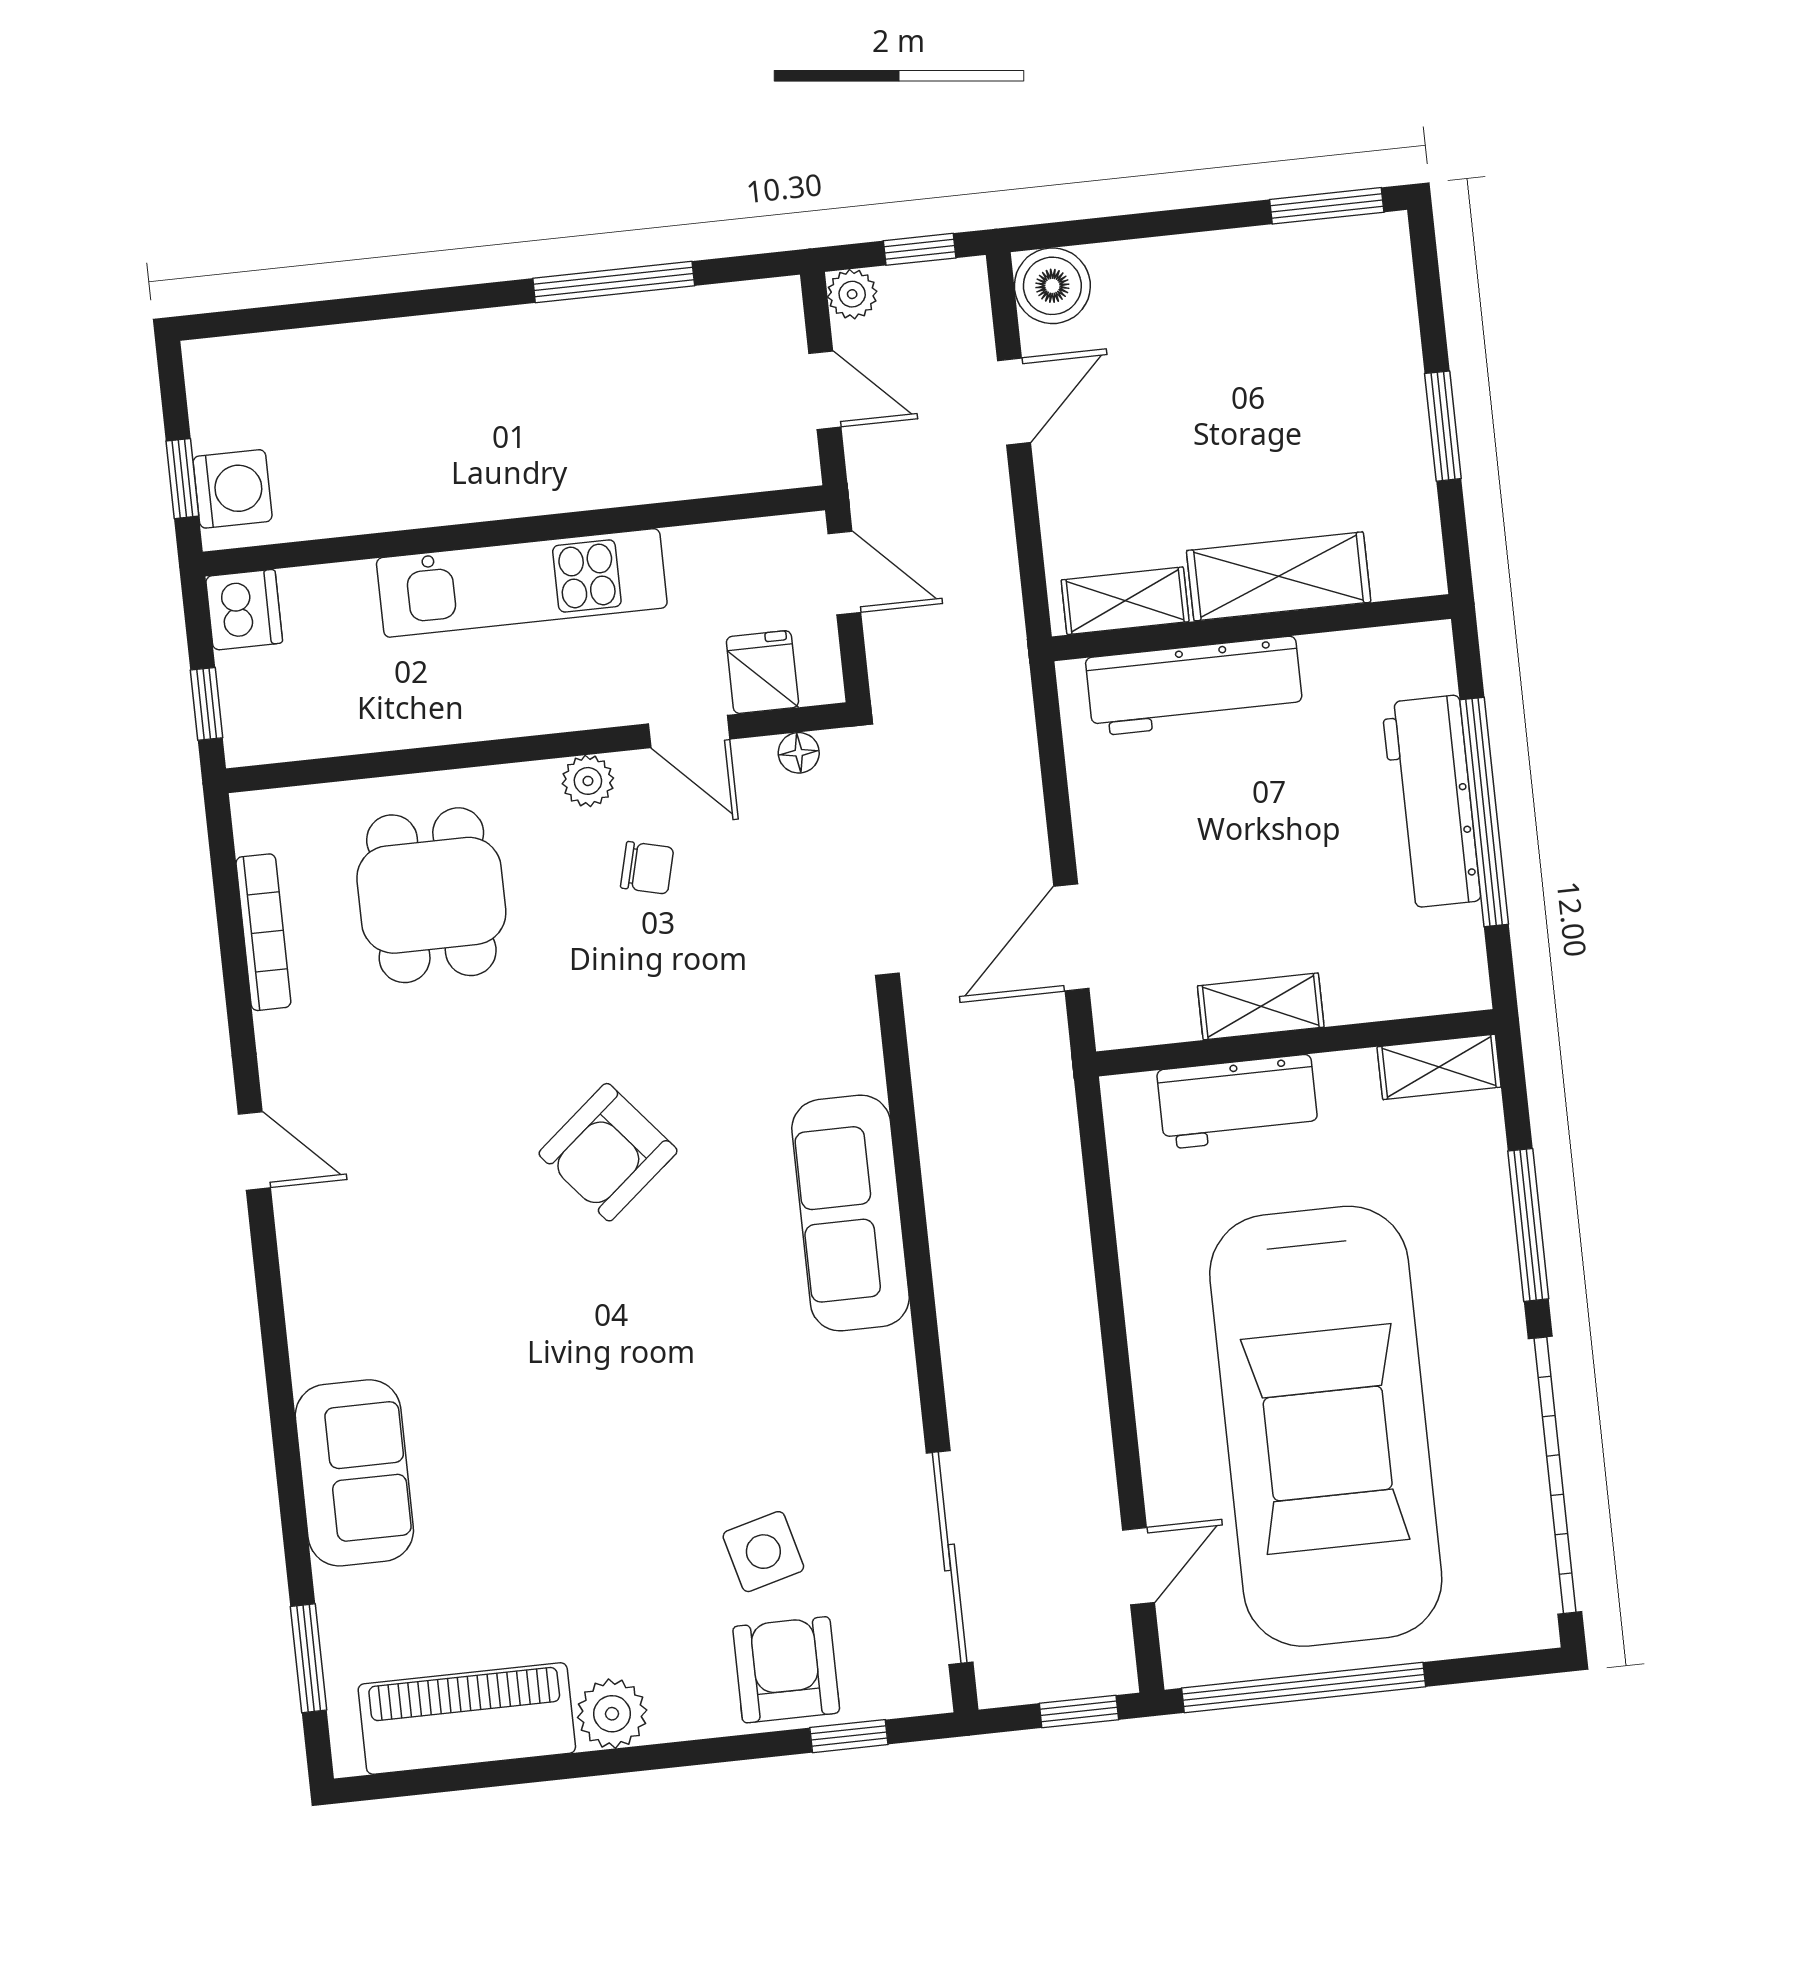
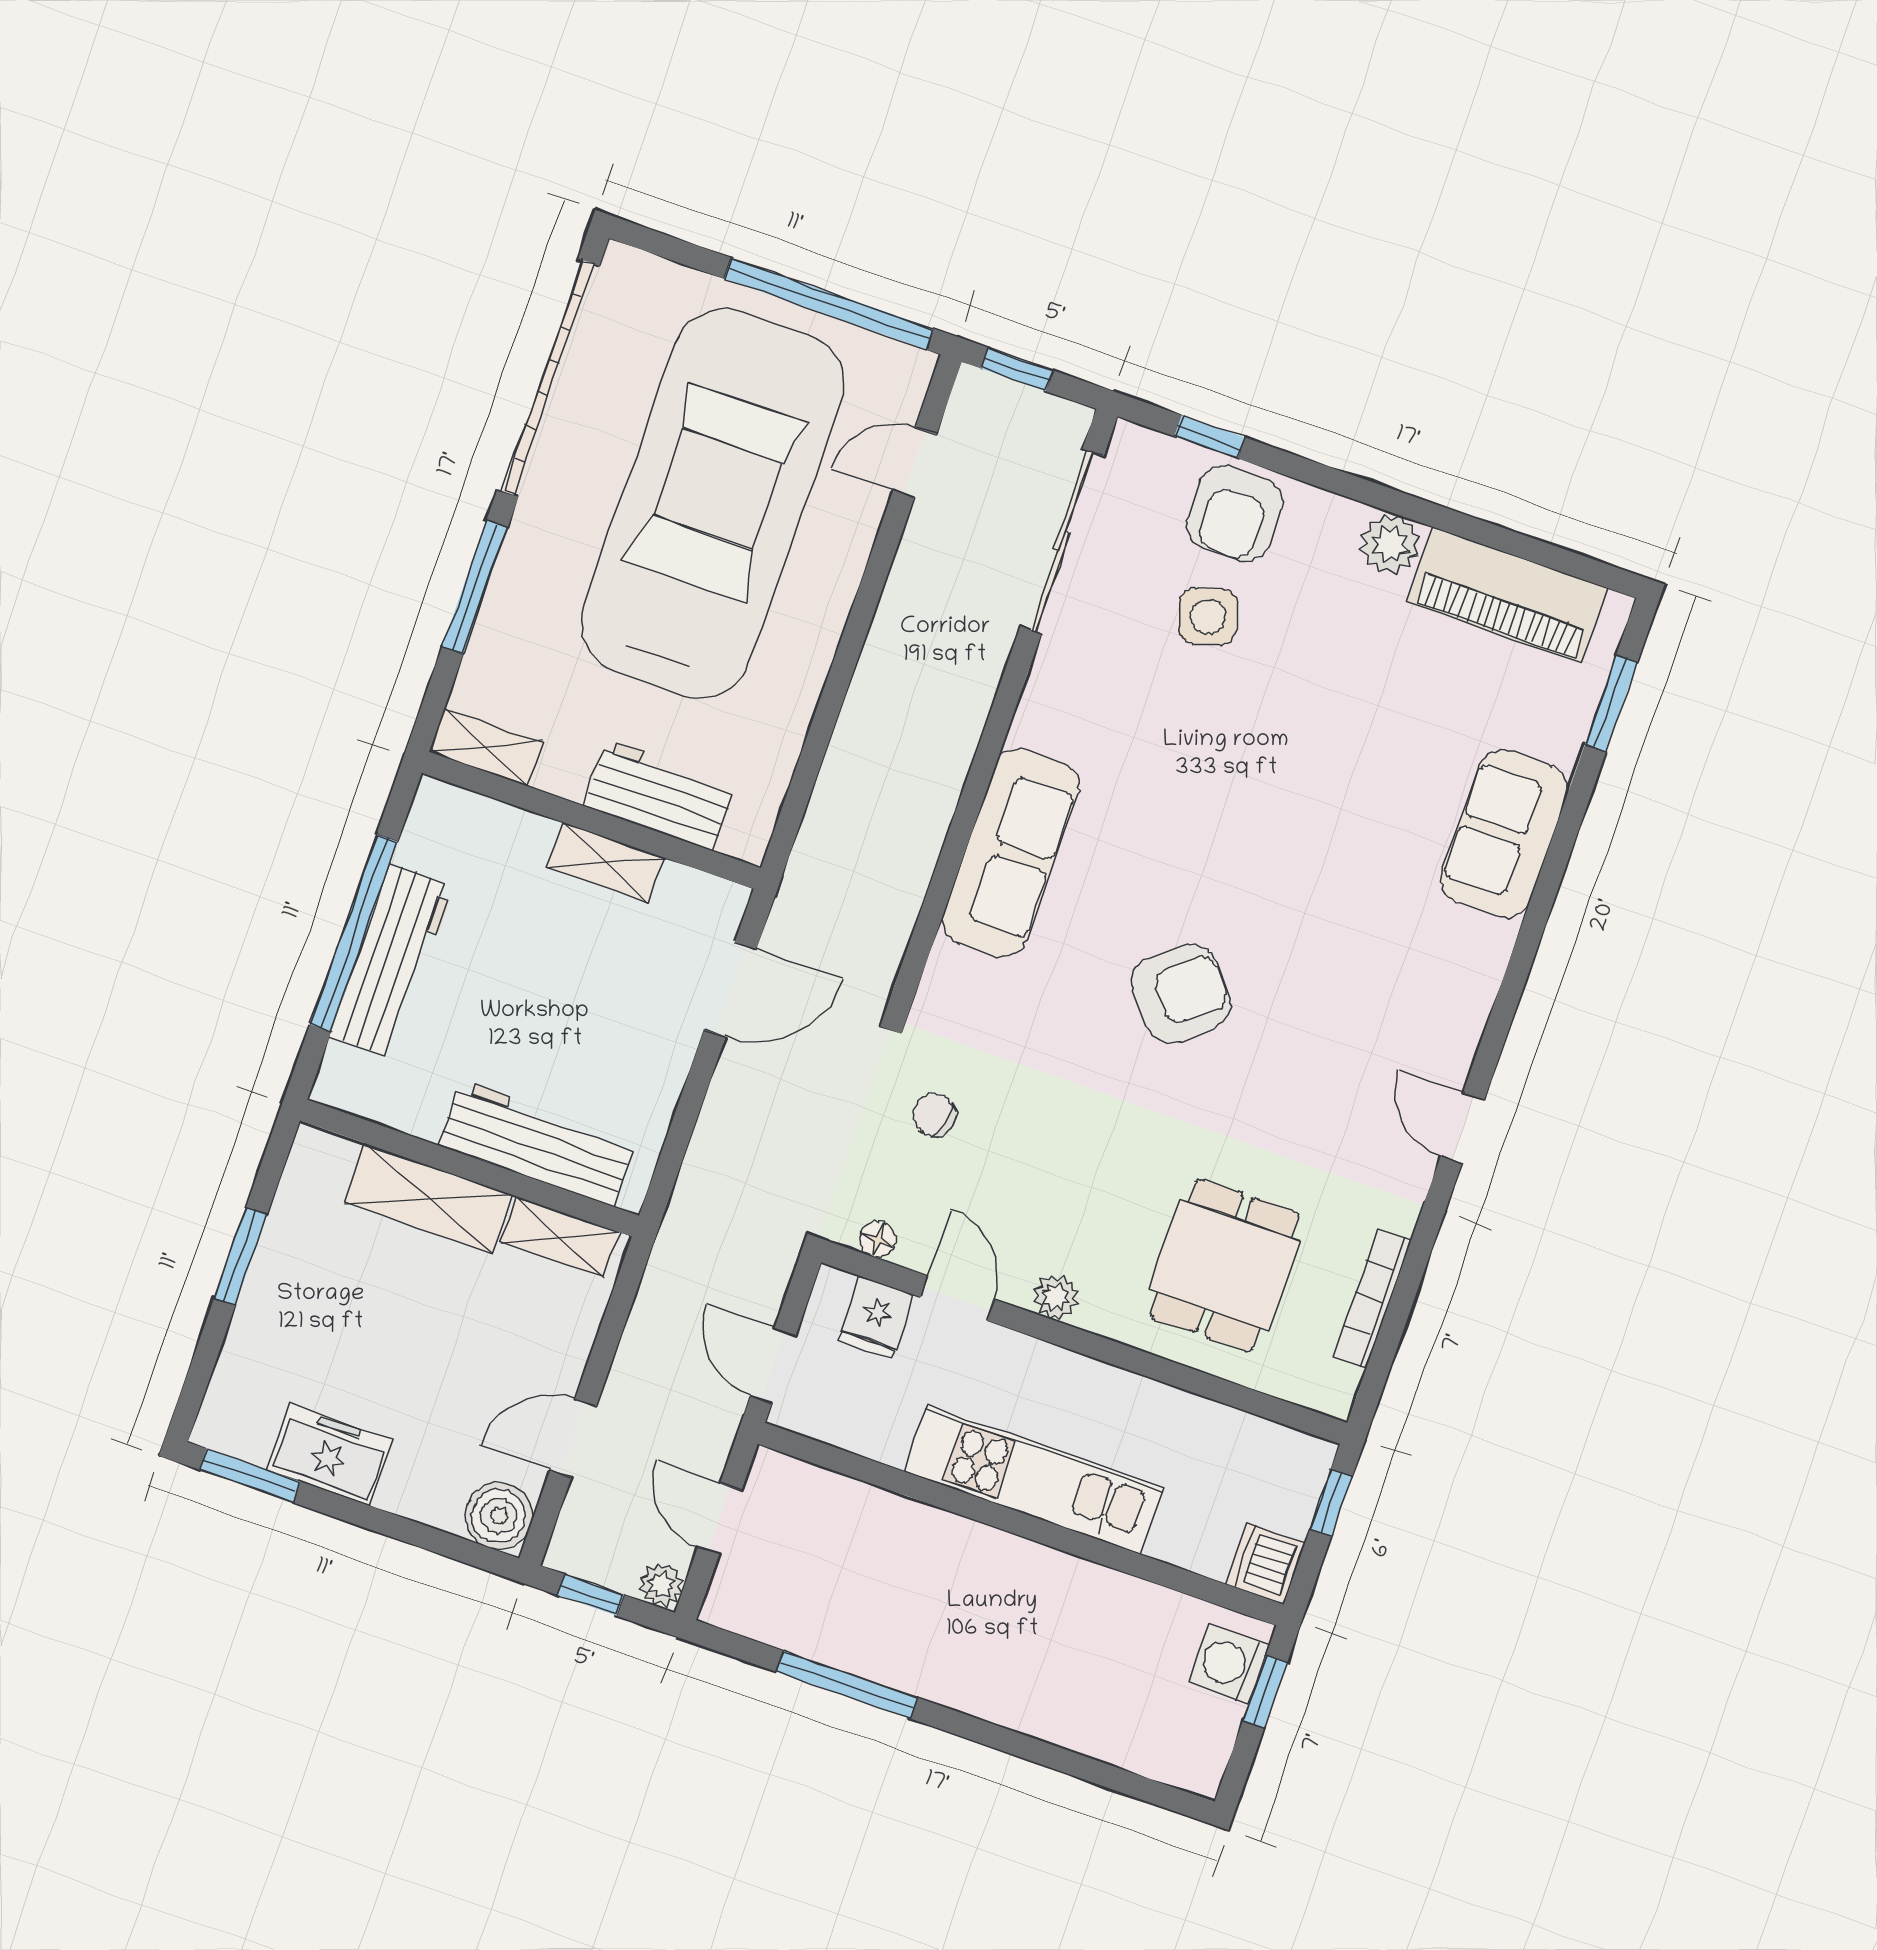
freezer: (1255, 266) -> (330, 1455), added
chair: (647, 868) -> (934, 1115), moved

